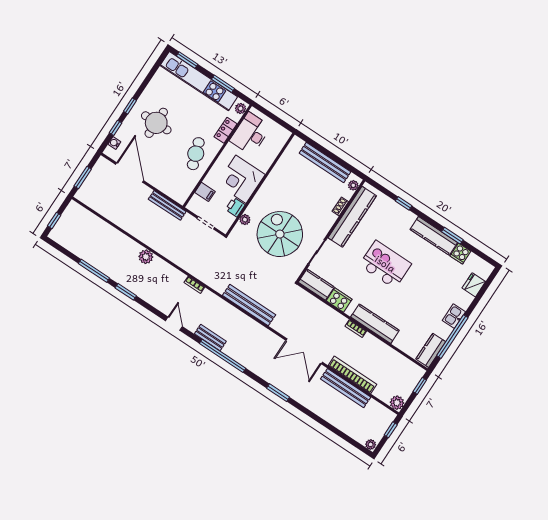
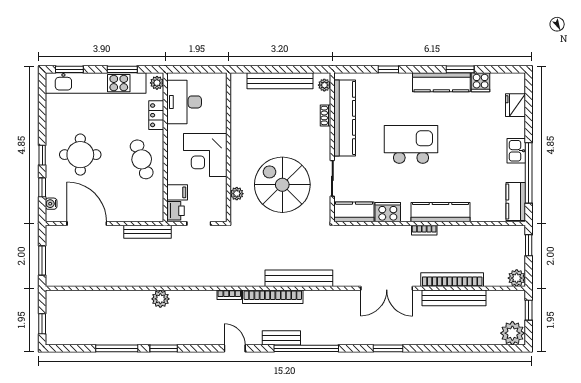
printer: (235, 207) -> (175, 211), moved, turned 180
bookcase: (223, 306) -> (273, 297), added
plant: (371, 444) -> (512, 333), width x1.88, depth x1.88

